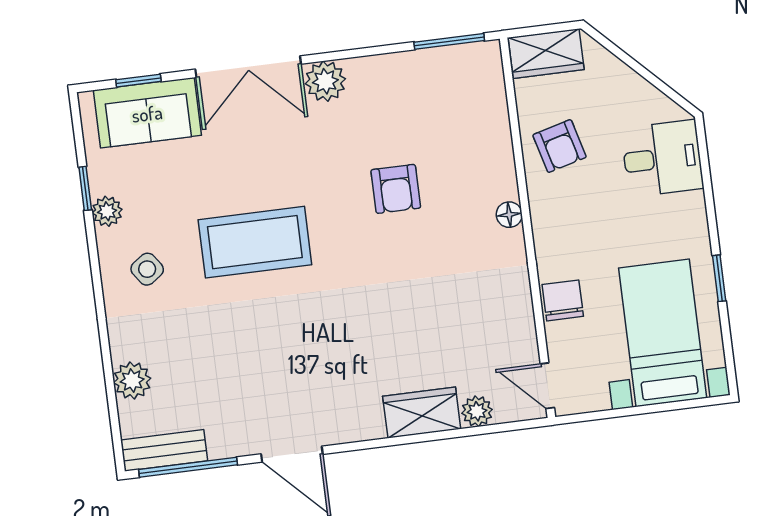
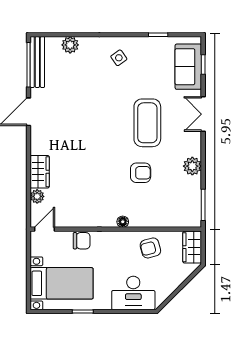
double door: (248, 67) -> (203, 114), width x0.73
plant: (325, 81) -> (192, 166), moved
desk: (662, 158) -> (133, 293), width x1.37
armchair: (396, 189) -> (141, 173), turned 180
plant: (107, 211) -> (147, 43), removed
coffee table: (255, 242) -> (147, 123), moved
bench: (164, 450) -> (37, 62), width x1.36

